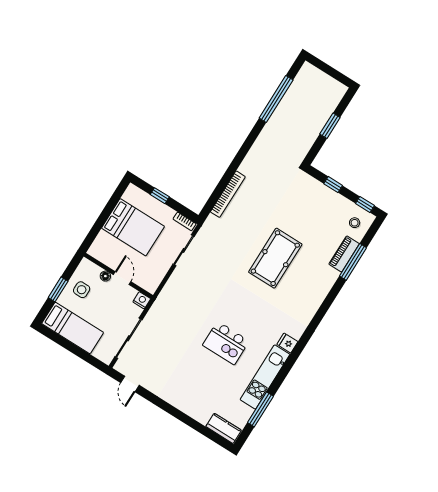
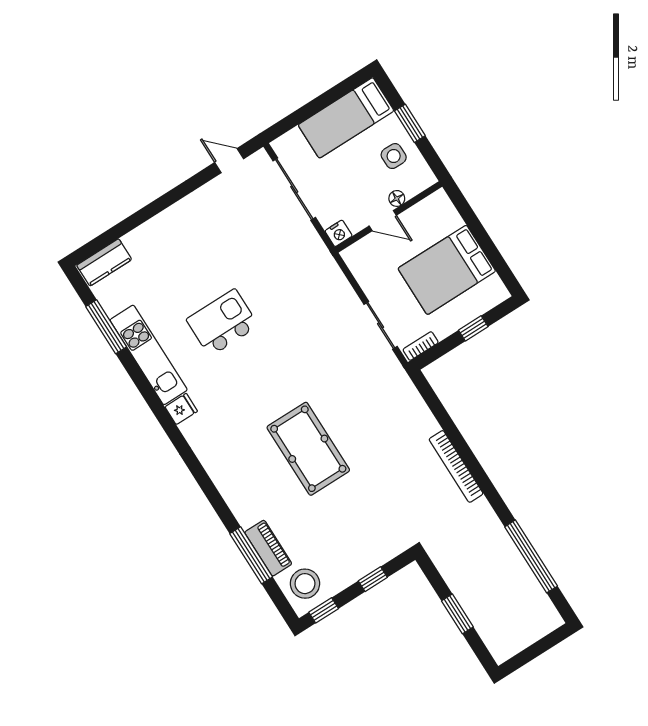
bookcase: (228, 194) -> (456, 466), moved
stool: (355, 223) -> (305, 584), width x1.89, depth x1.89

